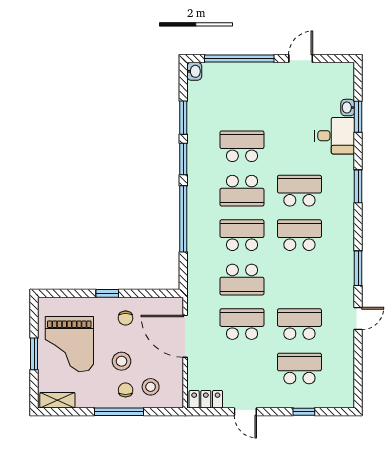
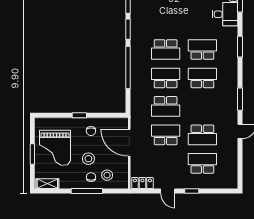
school desk: (242, 146) -> (166, 21), removed
school desk: (299, 324) -> (202, 135), turned 180
window: (304, 412) -> (192, 191), moved

